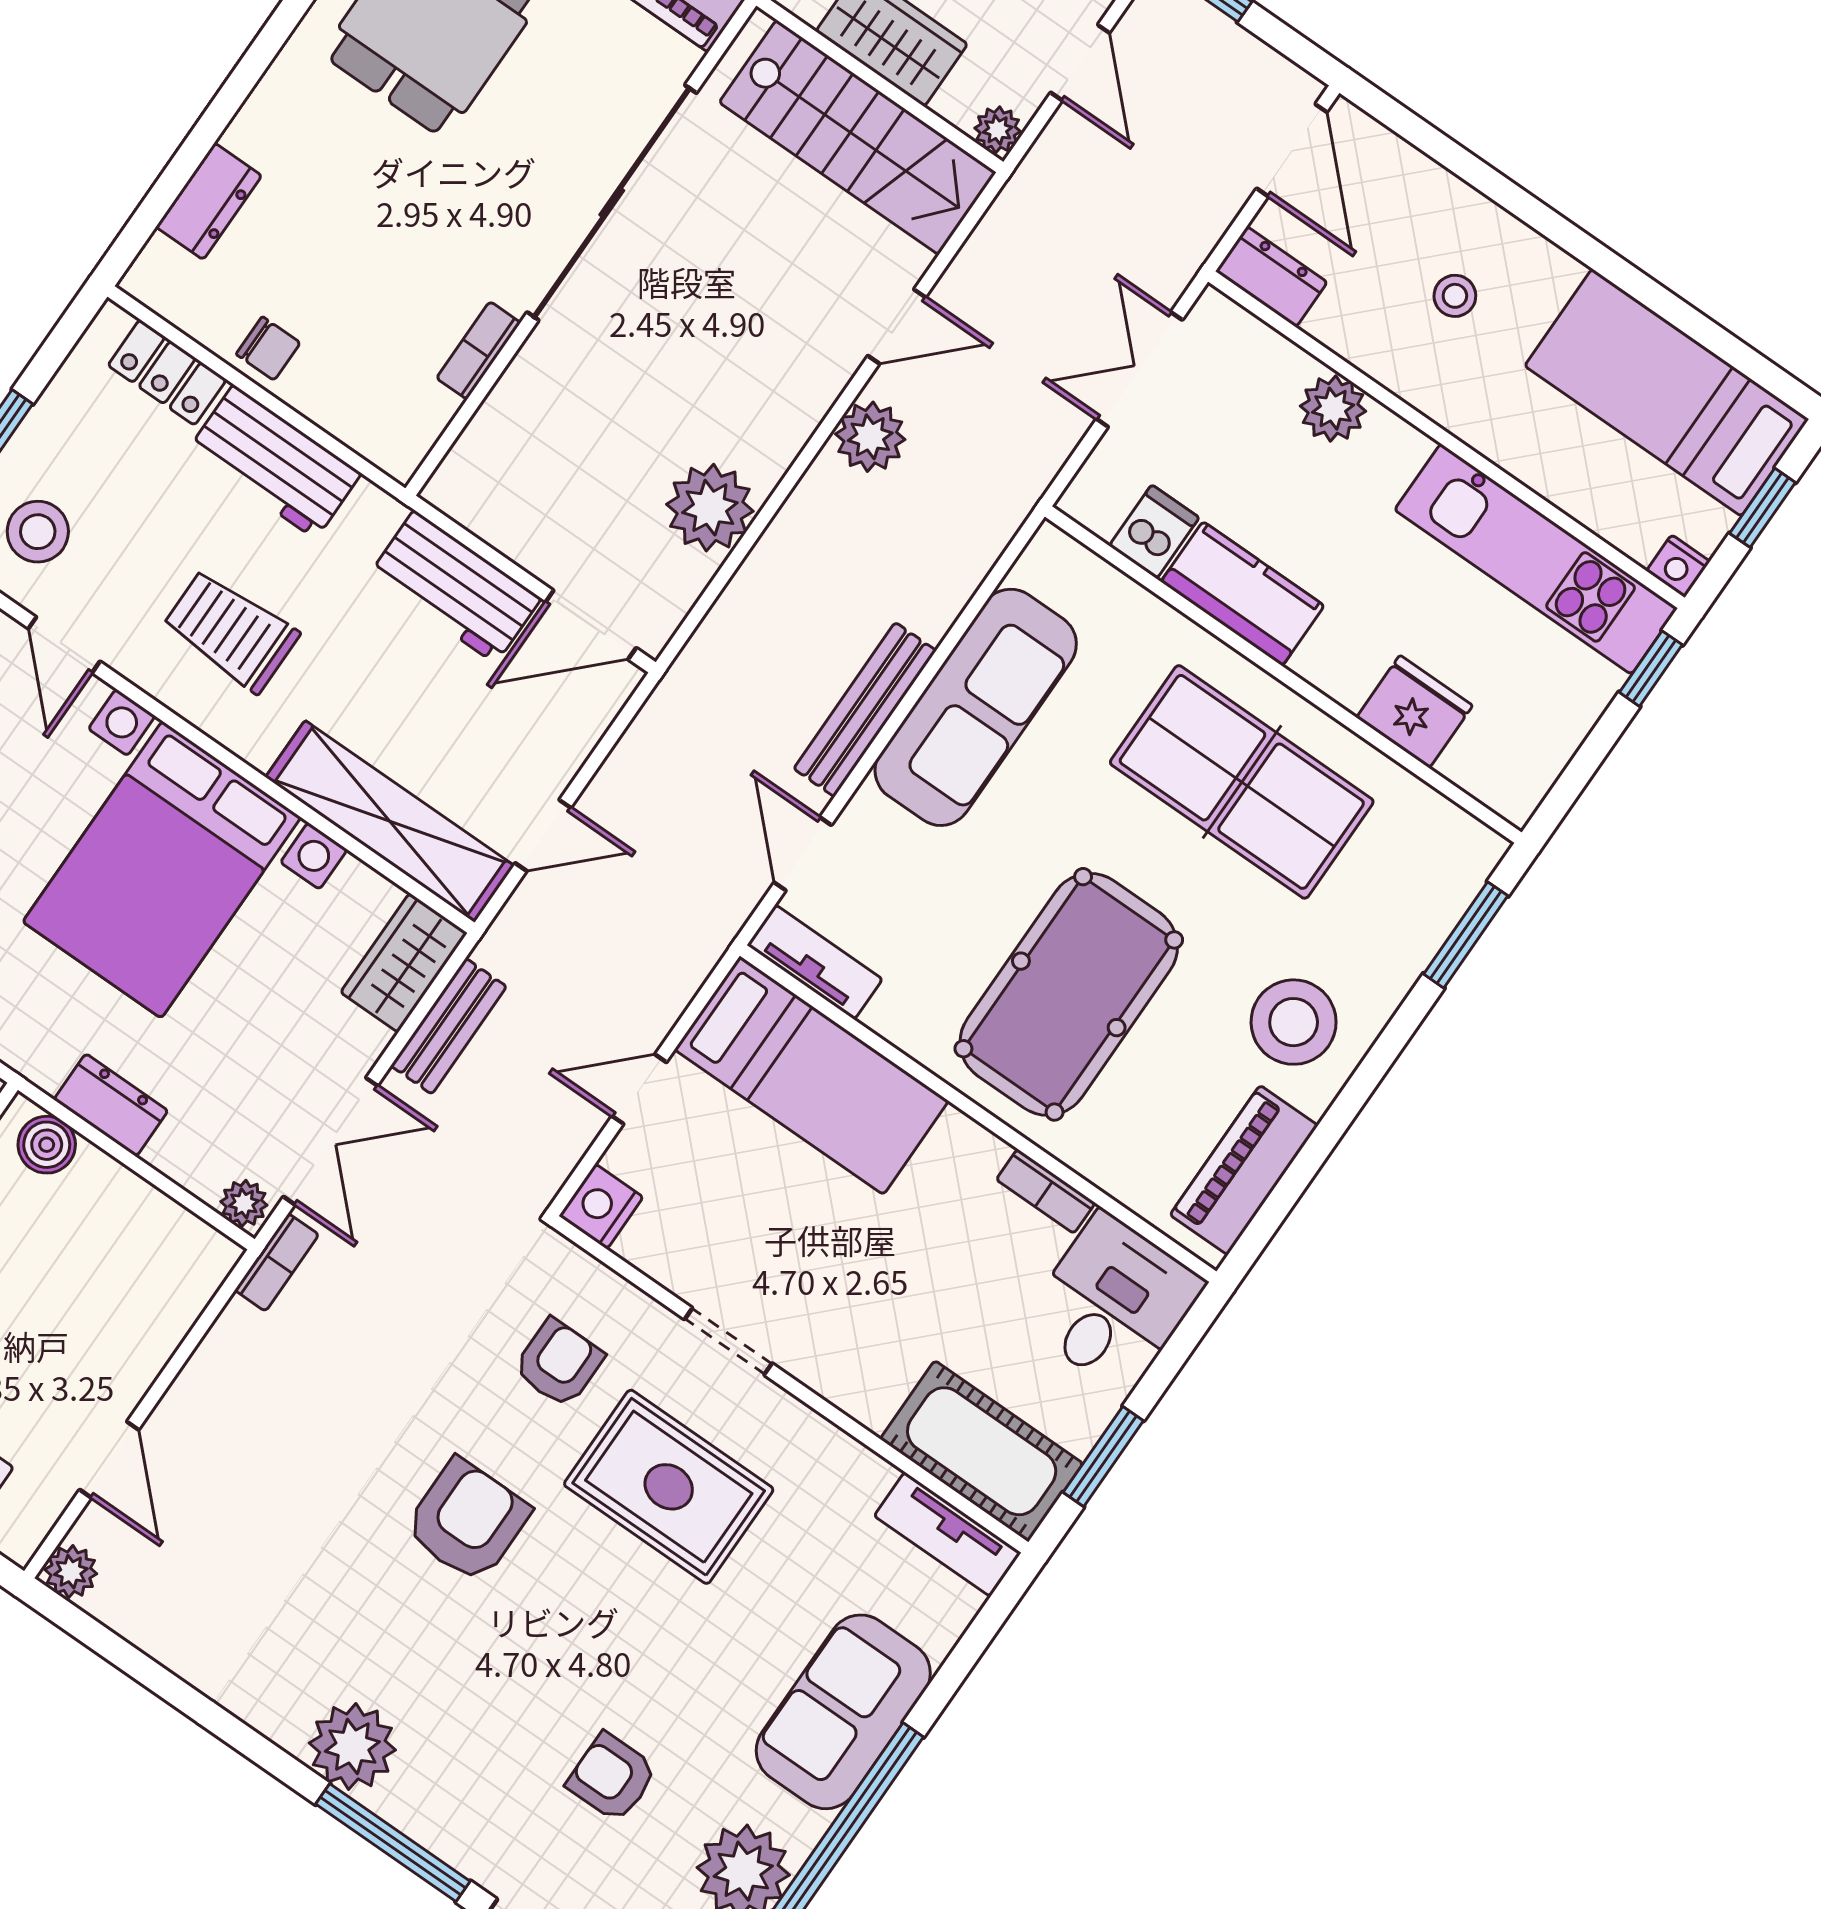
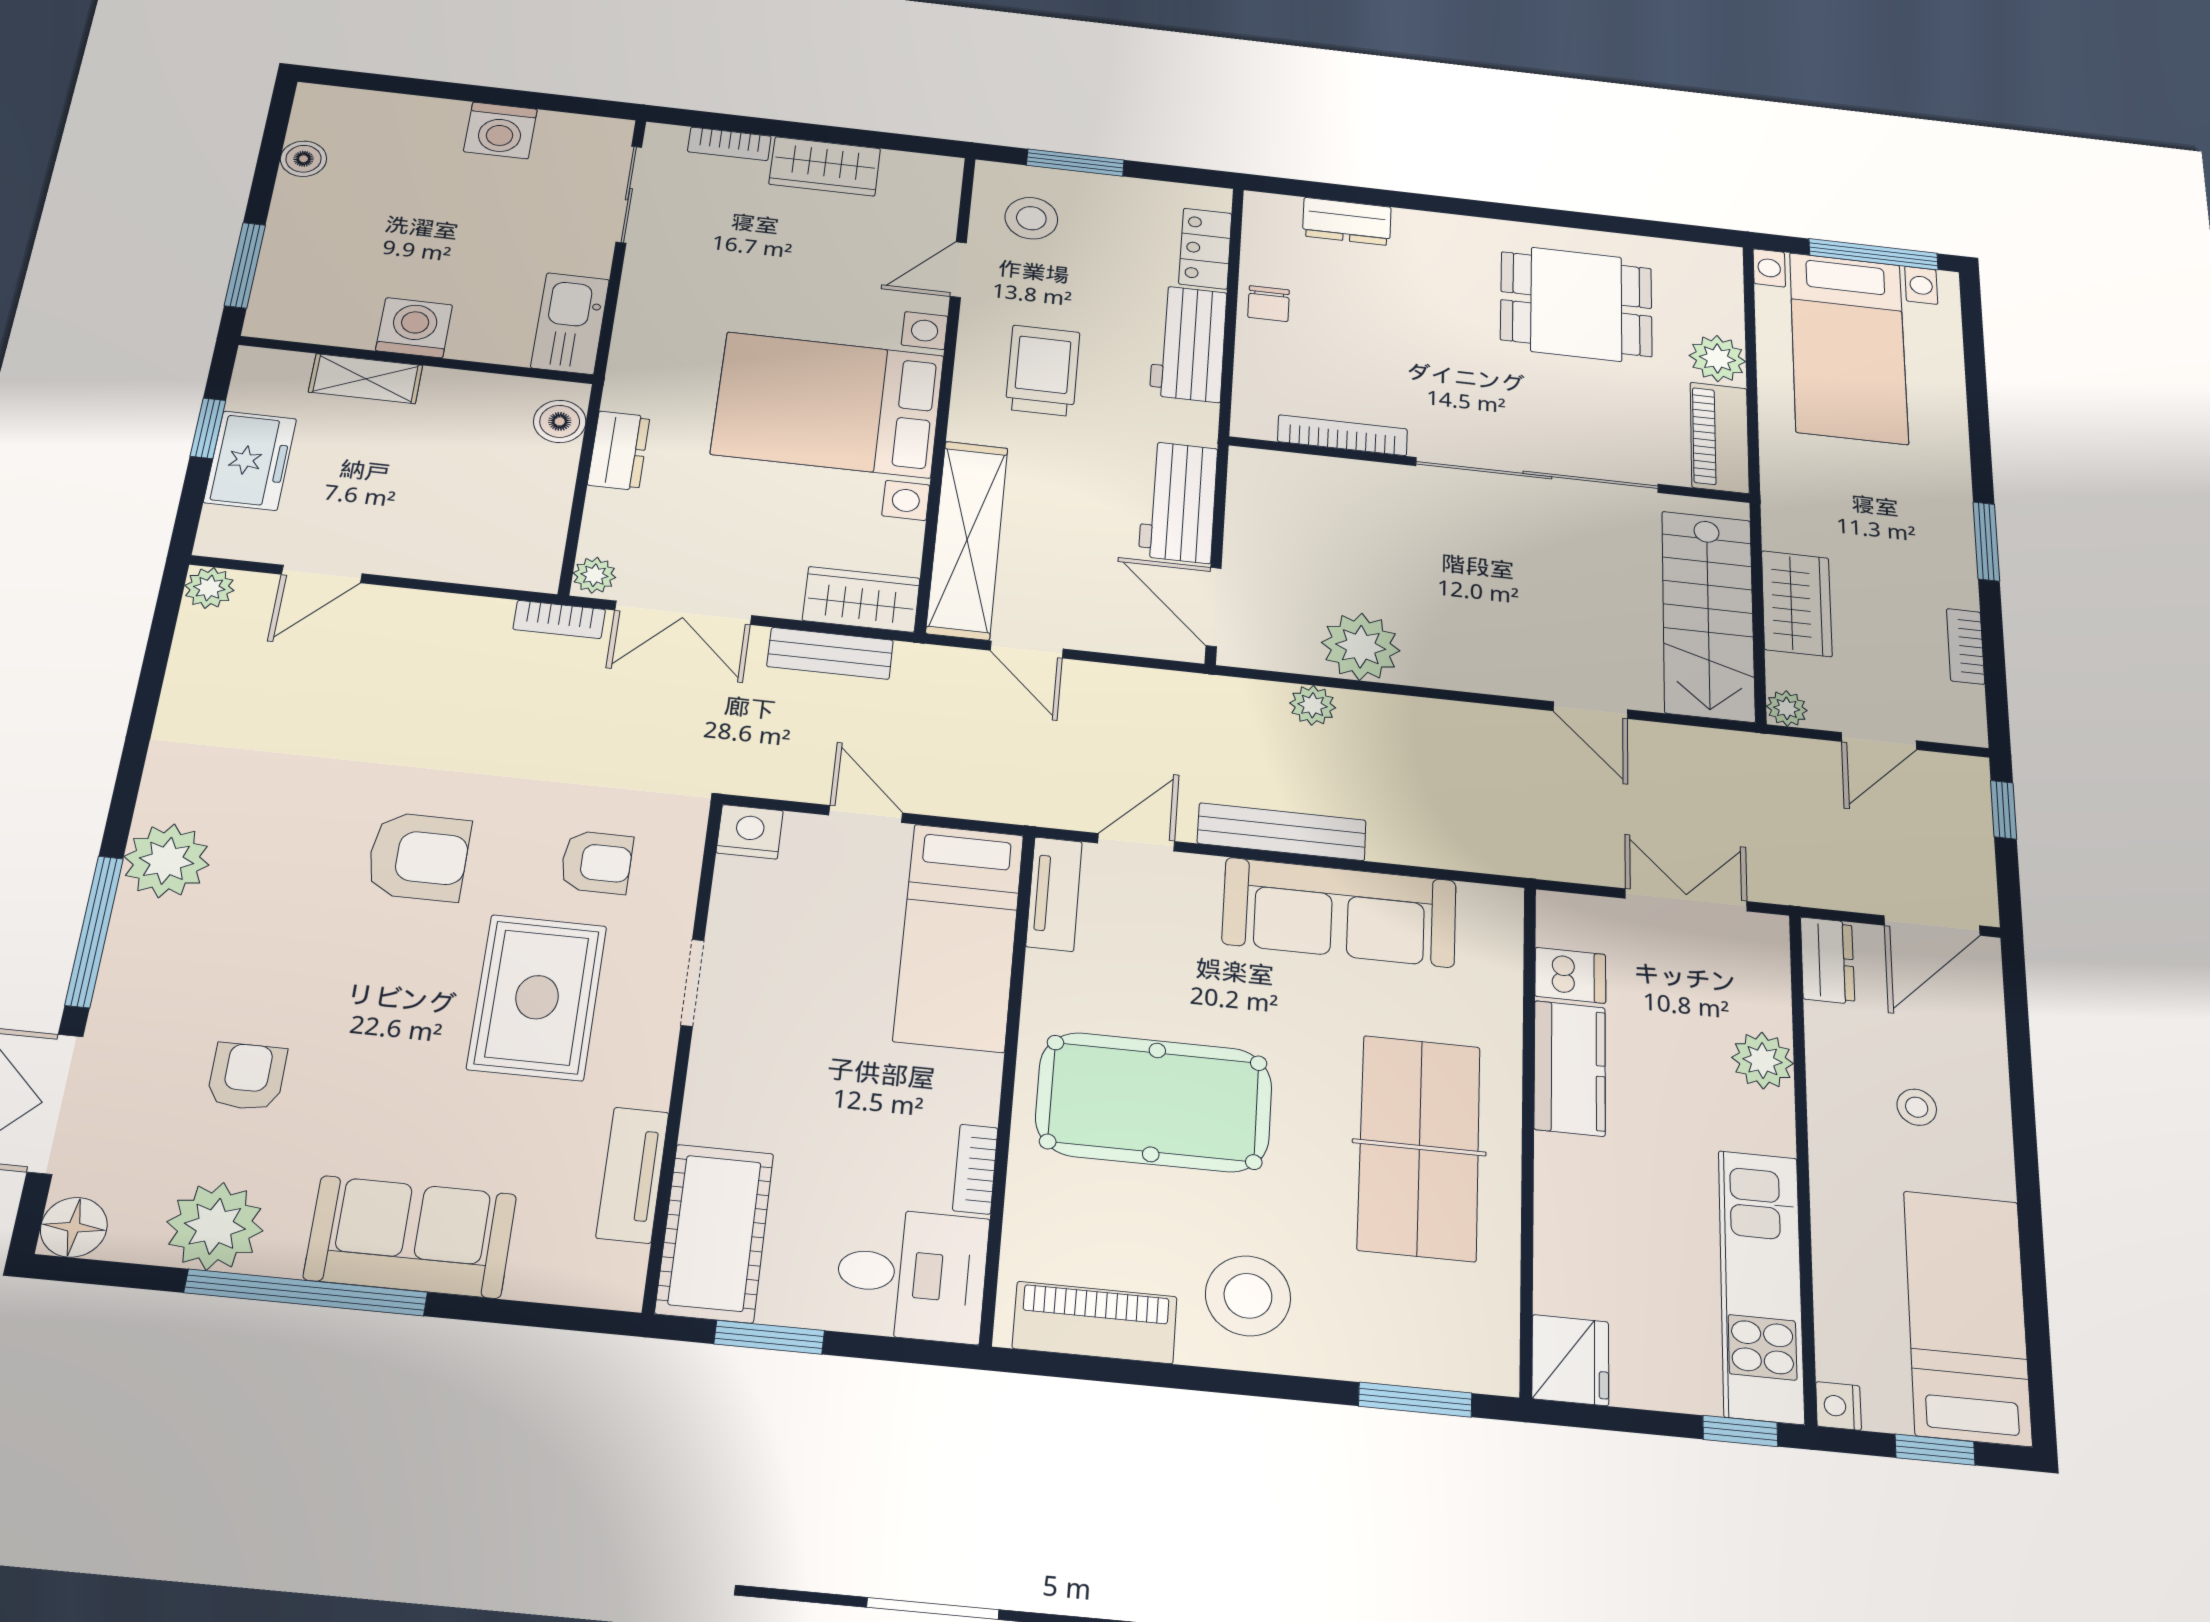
bookcase: (479, 350) -> (1342, 435), width x1.56
plant: (870, 437) -> (1313, 705), moved, width x0.73, depth x0.73
fridge: (1415, 712) -> (1570, 1360), moved
tv unit: (948, 1534) -> (633, 1175), moved

